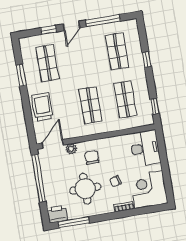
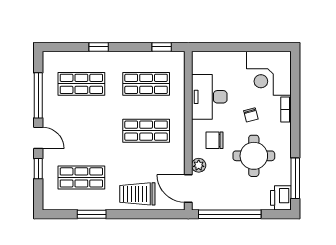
desk: (145, 148) -> (209, 97), moved, turned -90

